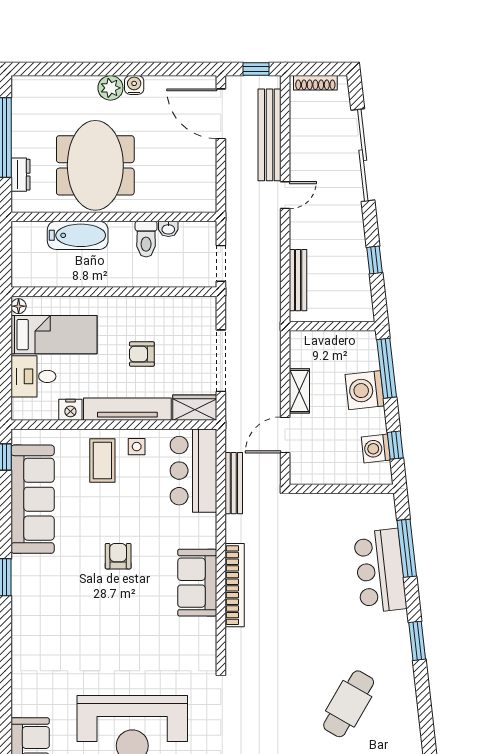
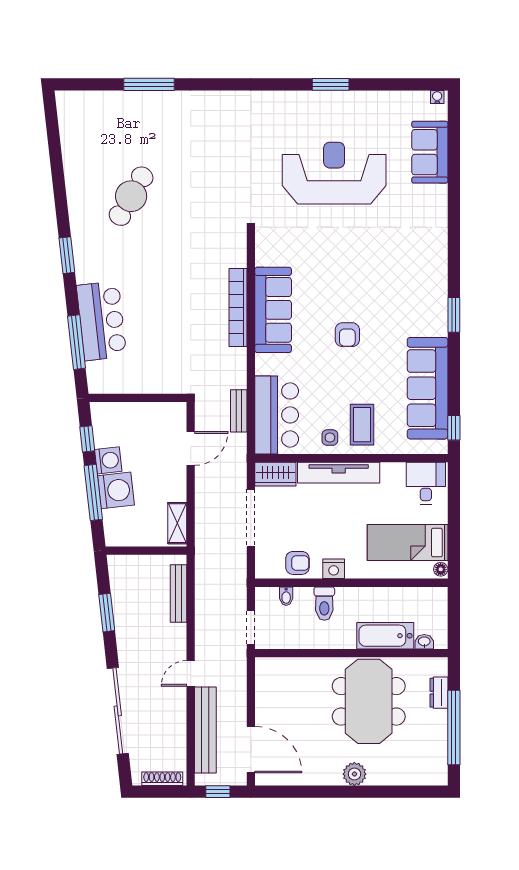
water cooler: (134, 85) -> (332, 777), removed
washbasin: (168, 229) -> (424, 642), moved
toilet: (146, 239) -> (324, 604), moved, turned 180
window: (375, 260) -> (107, 613), width x1.50
doorway: (221, 263) -> (251, 628), moved
bidet: (183, 277) -> (286, 596), added
armchair: (142, 354) -> (297, 563), moved
window: (387, 368) -> (93, 492), moved
desk: (33, 376) -> (426, 483), moved, turned -90
shelving: (299, 391) -> (177, 523), moved
nightstand: (70, 410) -> (334, 569), moved, turned 180
washing machine: (376, 448) -> (108, 460), moved
bench: (234, 483) -> (239, 411), width x0.73
sofa: (197, 583) -> (273, 310), width x1.36

